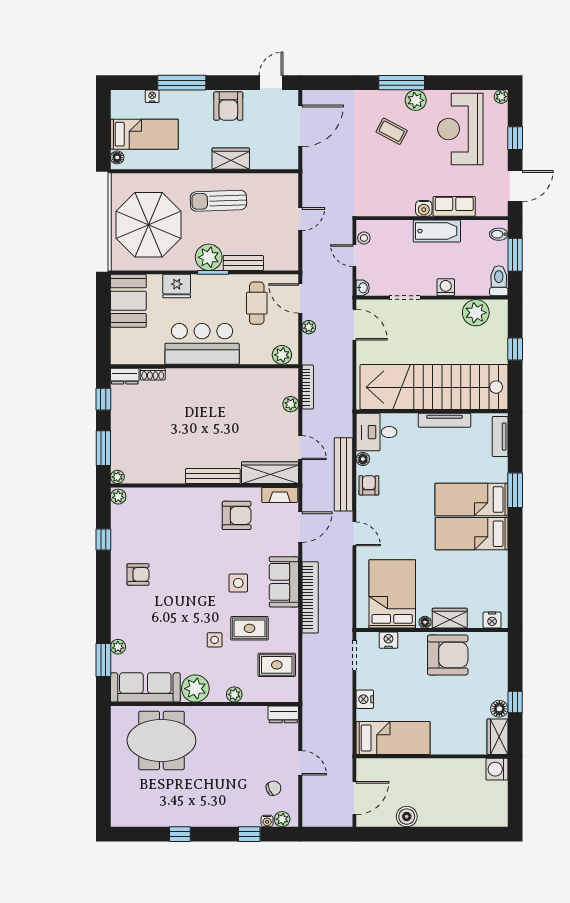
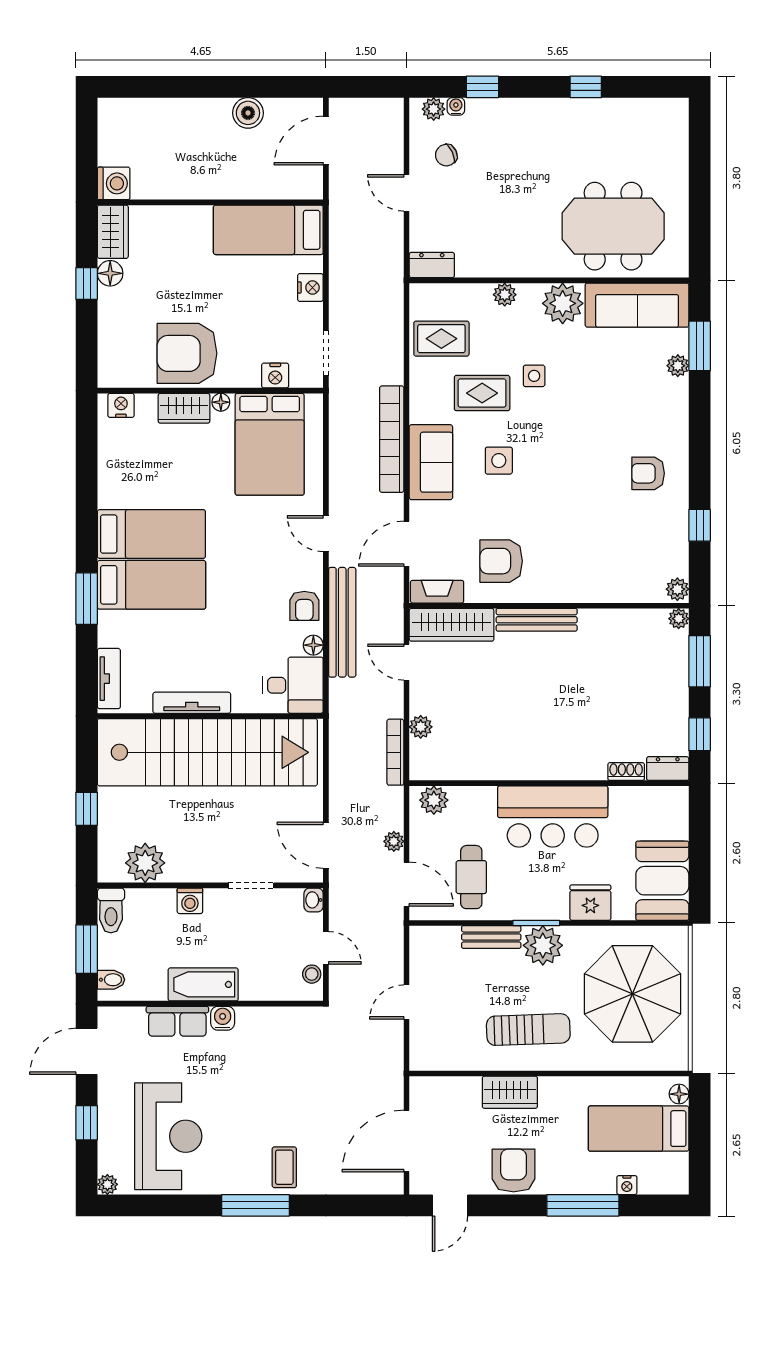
plant: (416, 100) -> (235, 1179), removed
coffee table: (392, 131) -> (284, 1167), moved, turned 62

